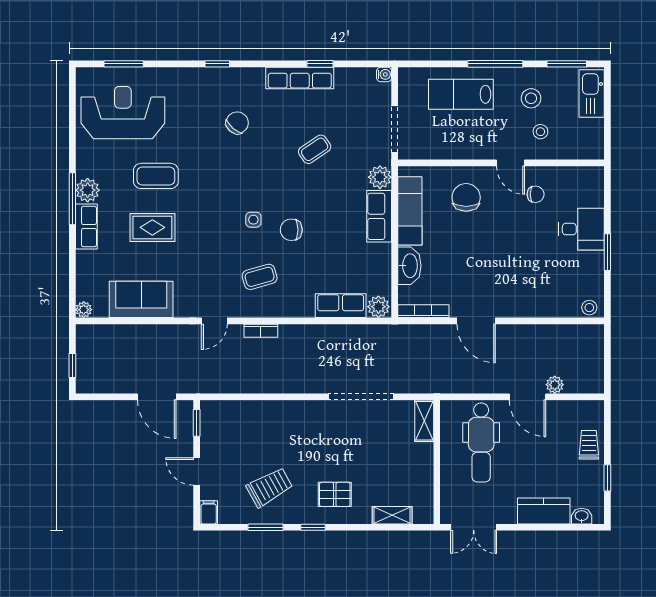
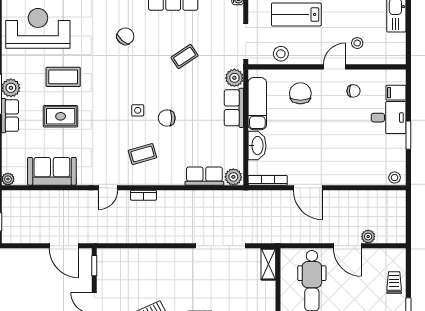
stool: (531, 98) -> (281, 54), moved
door: (511, 163) -> (334, 67), swing flipped
filing cabinet: (591, 197) -> (396, 93), added

